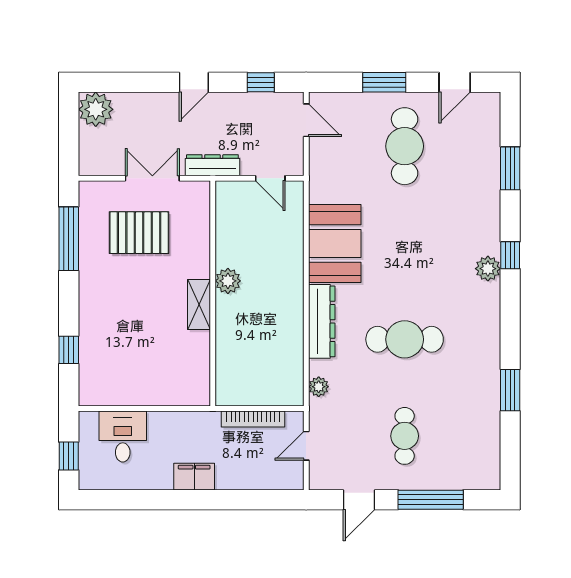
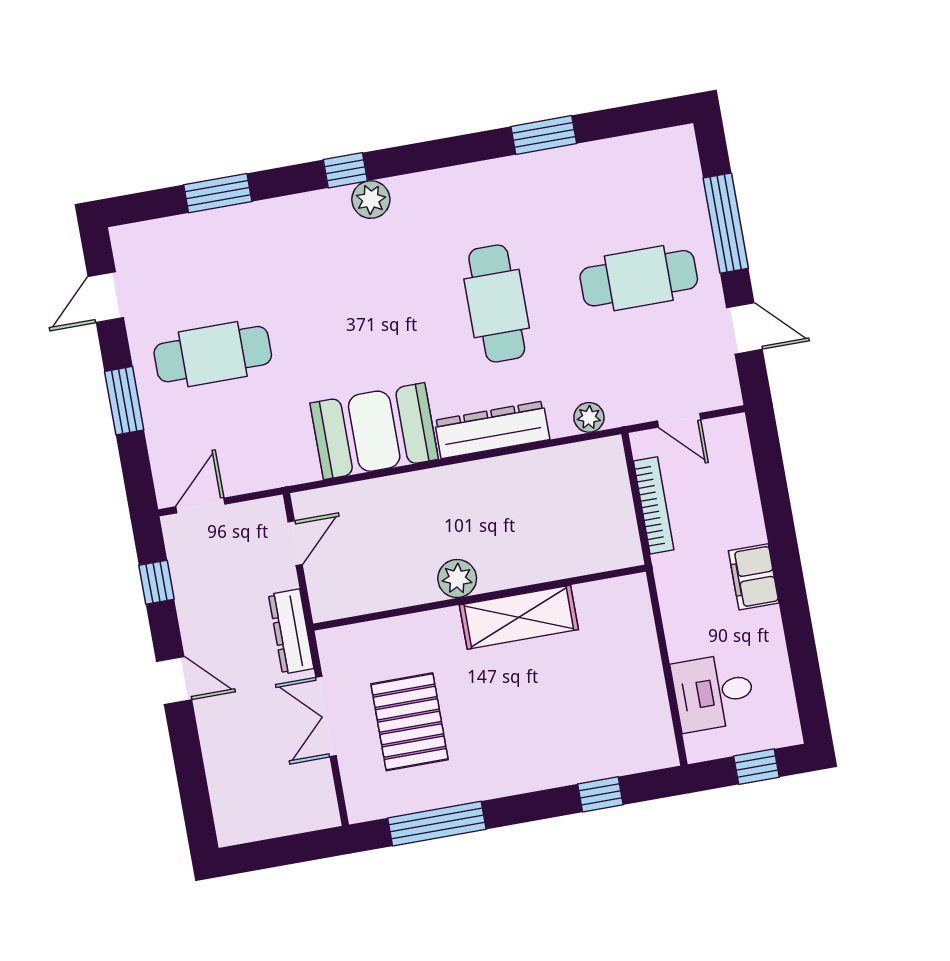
door: (455, 82) -> (106, 297), swing flipped
plant: (96, 109) -> (239, 818), removed
shelving: (199, 304) -> (519, 617), width x1.50, depth x1.33
cafe table: (405, 436) -> (639, 278), width x1.37, depth x1.35

